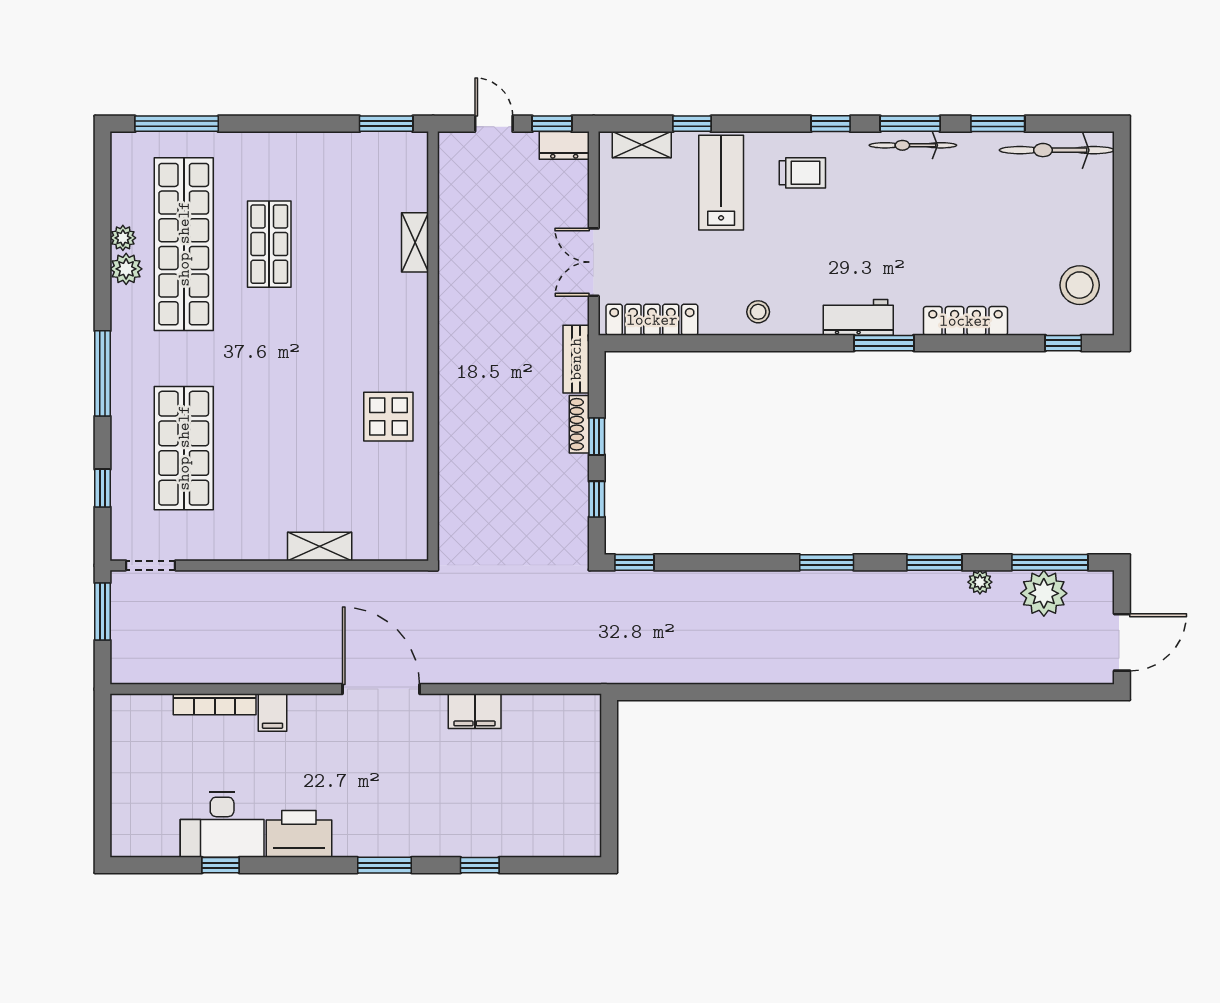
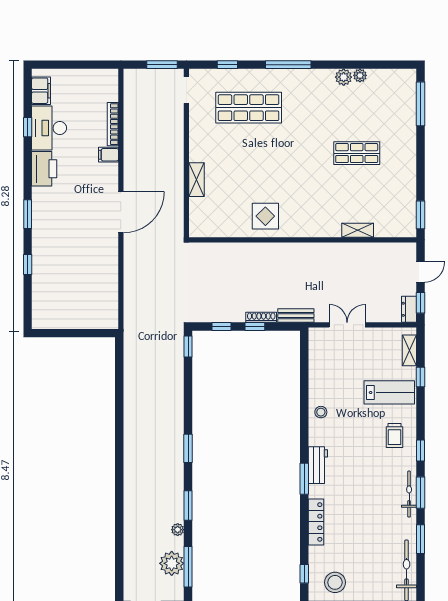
shop shelf: (184, 244) -> (357, 108), removed
locker: (652, 320) -> (317, 356), removed
filing cabinet: (475, 711) -> (41, 91), moved, turned 180

